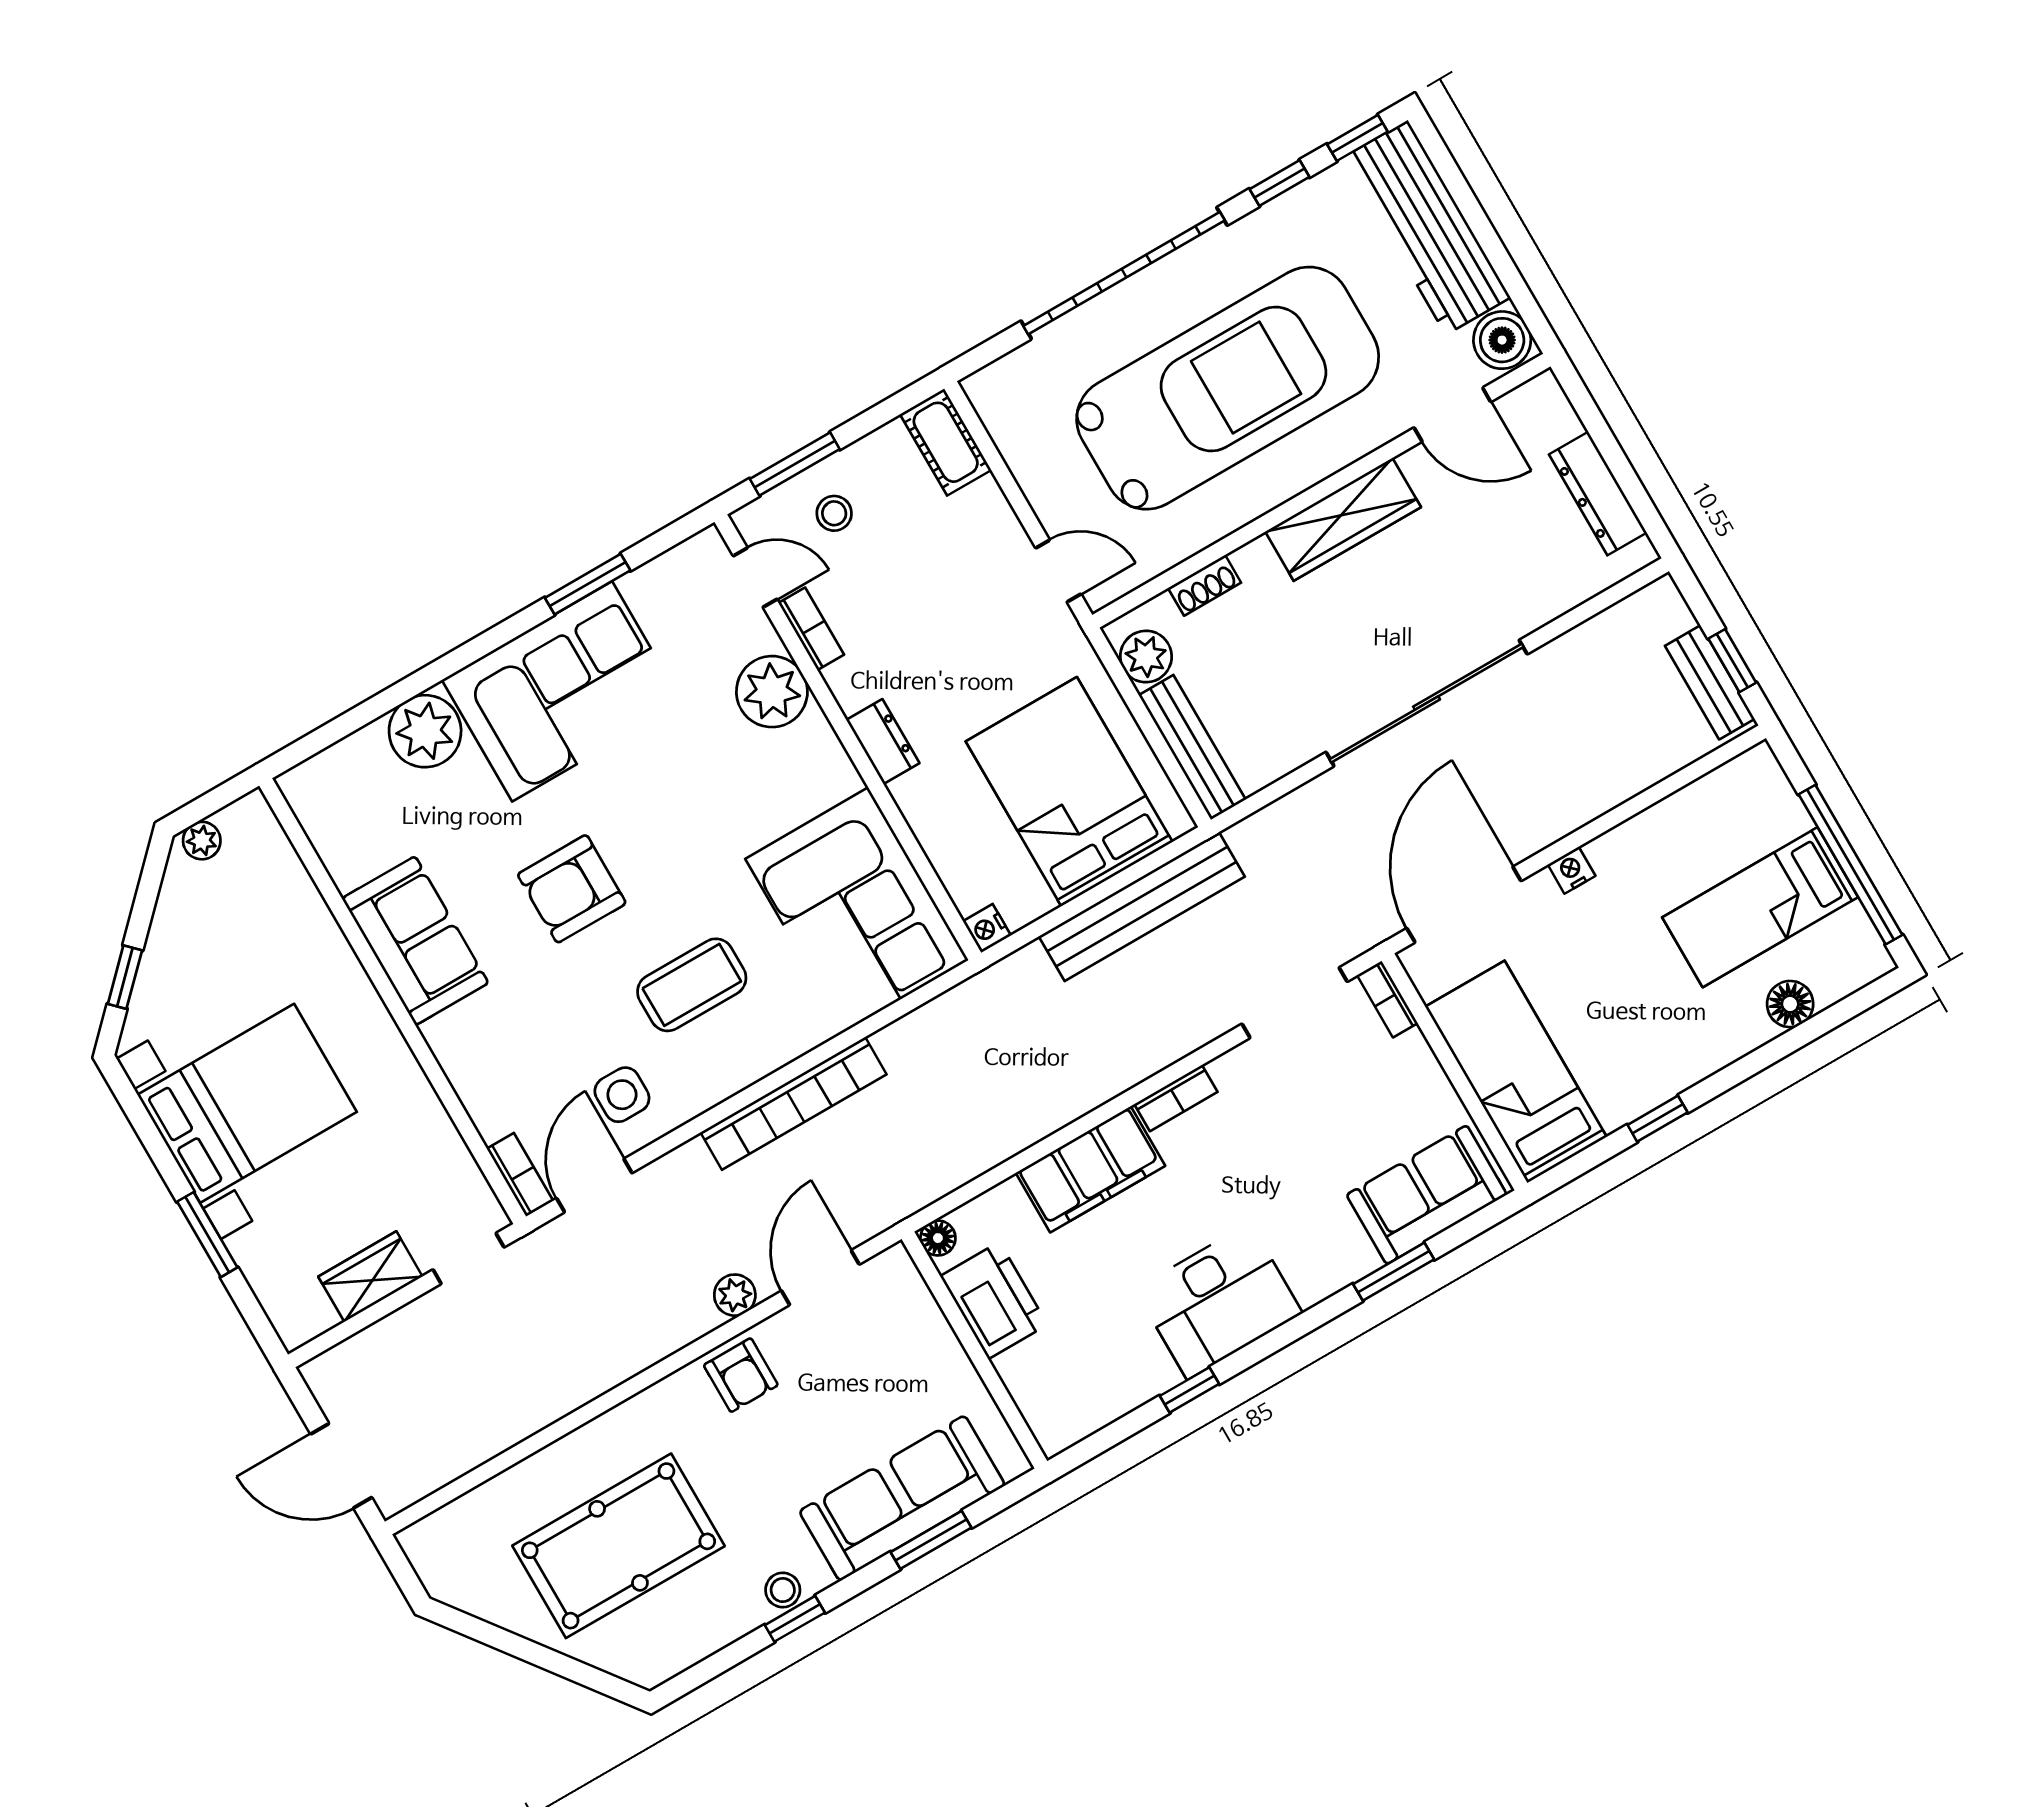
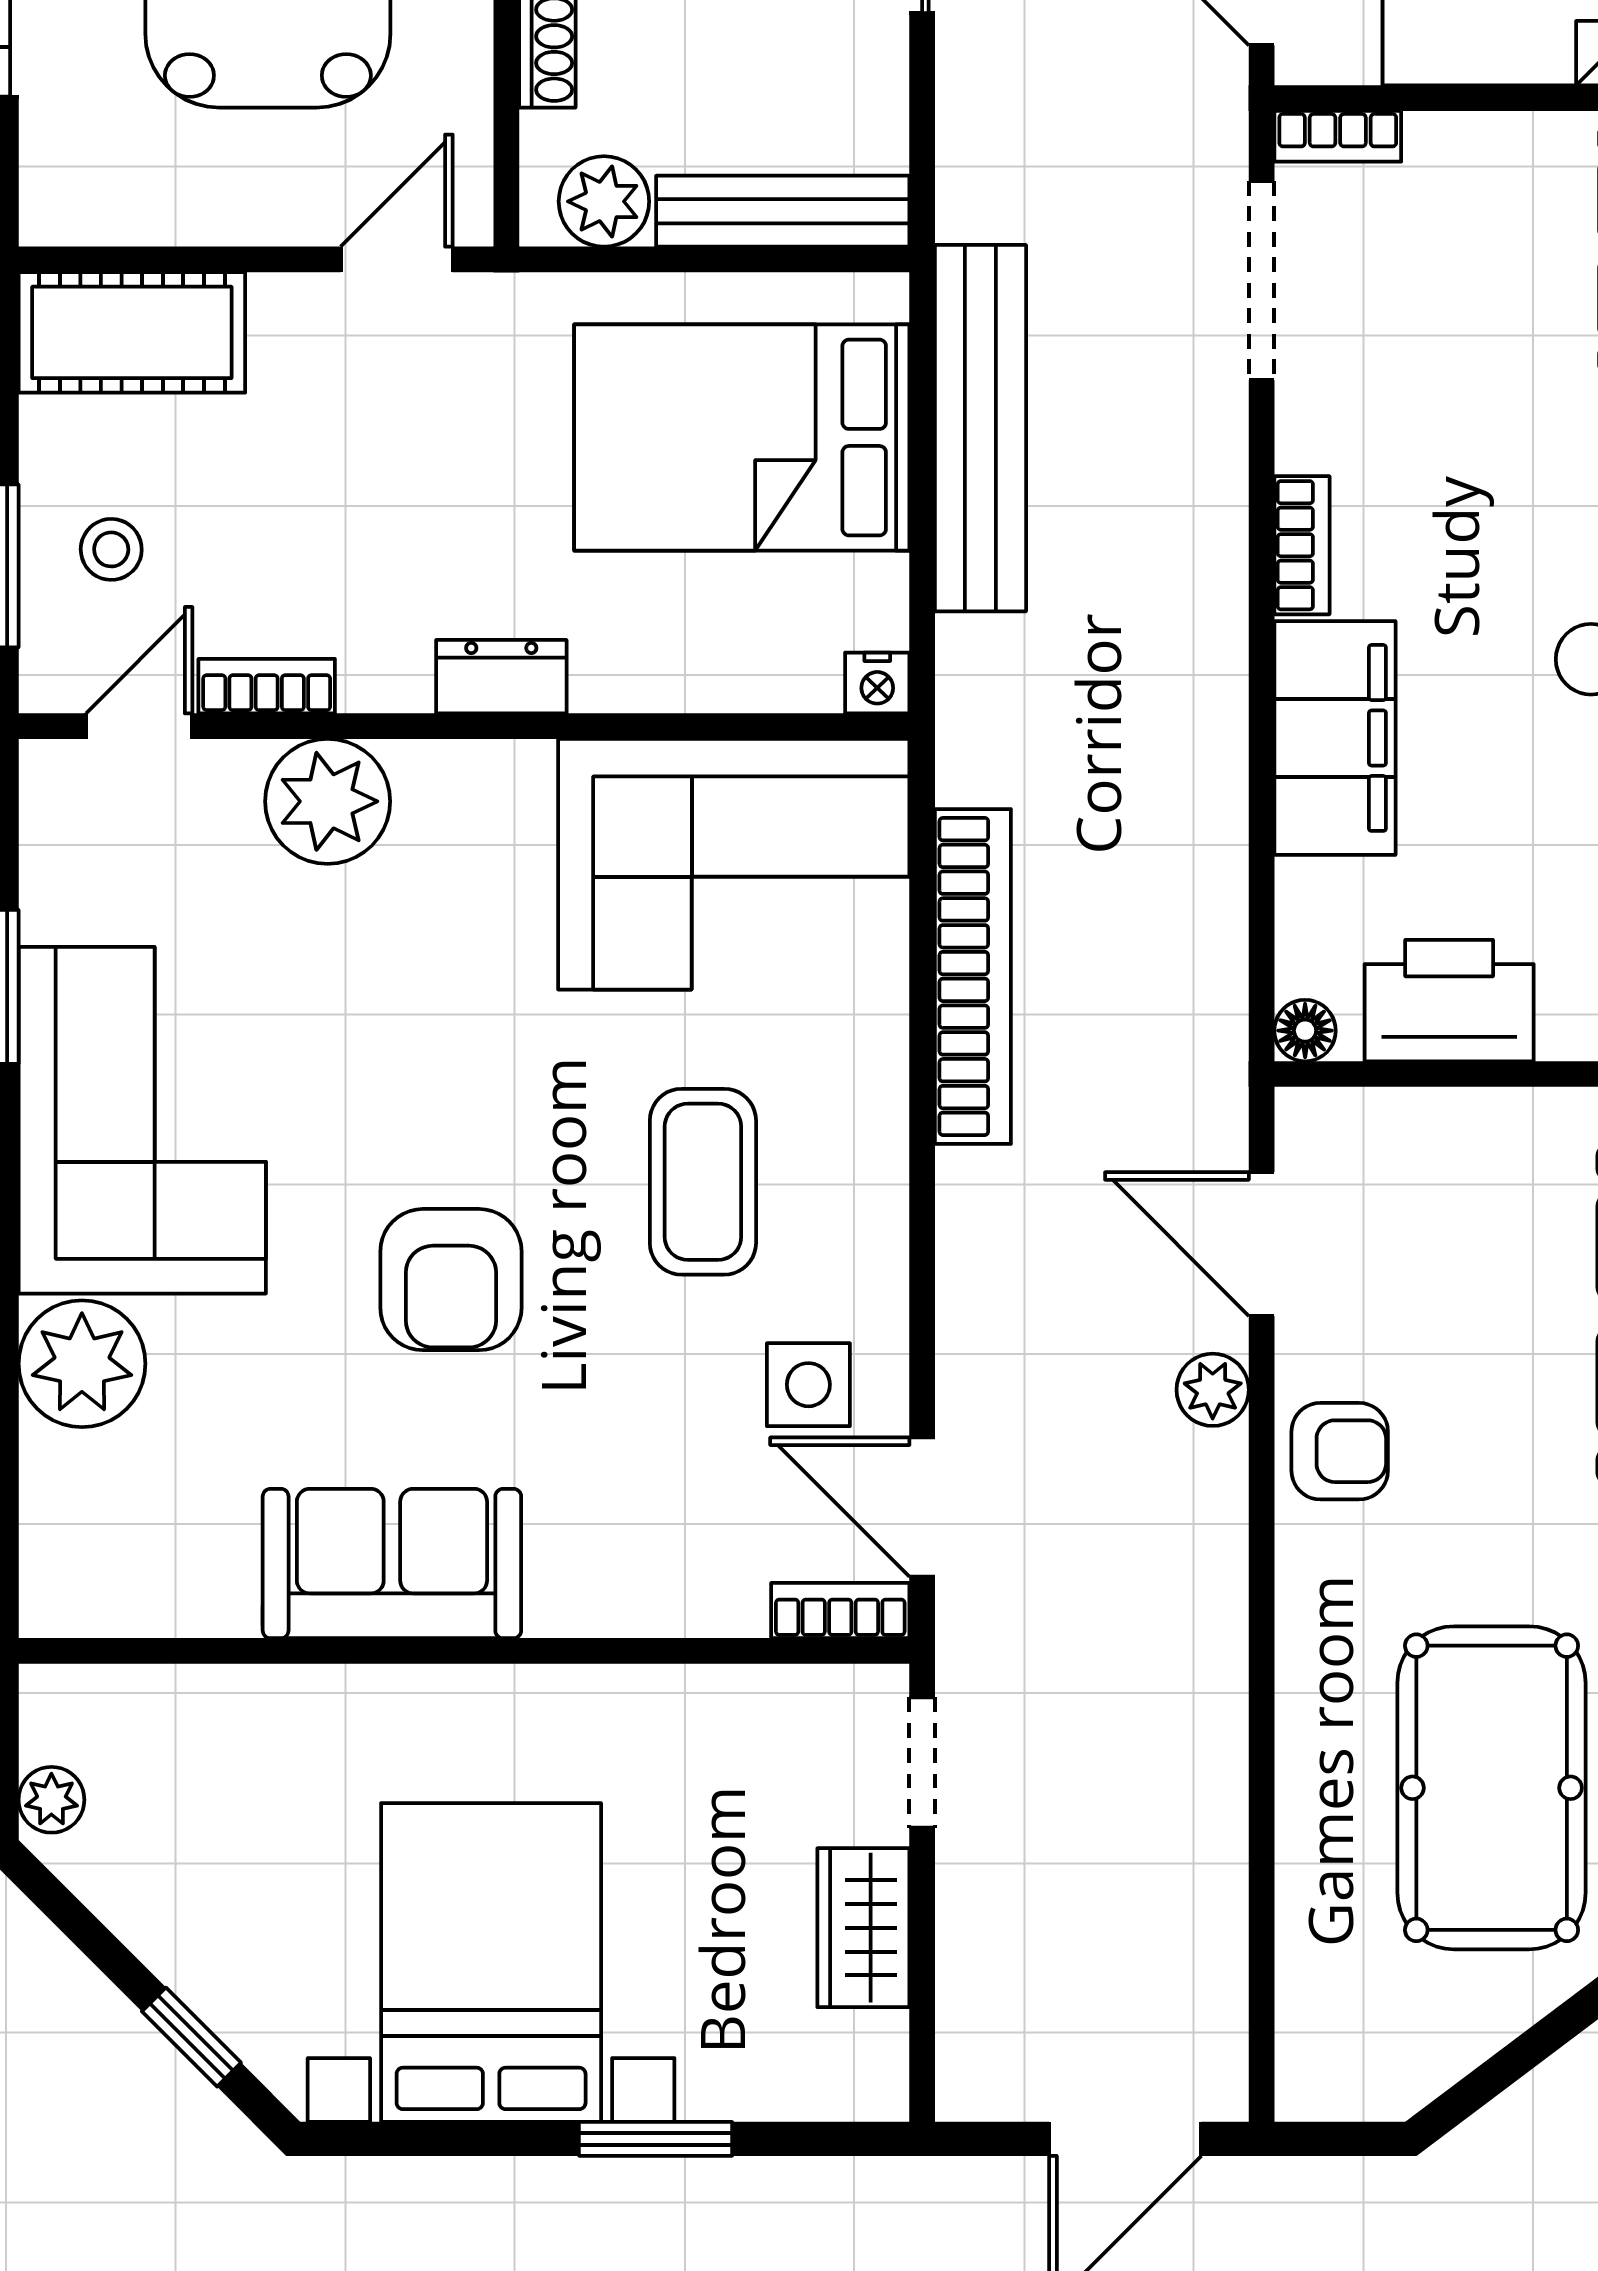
cot: (946, 442) -> (132, 332), width x1.37, depth x1.34
bookcase: (794, 1103) -> (973, 976), moved

